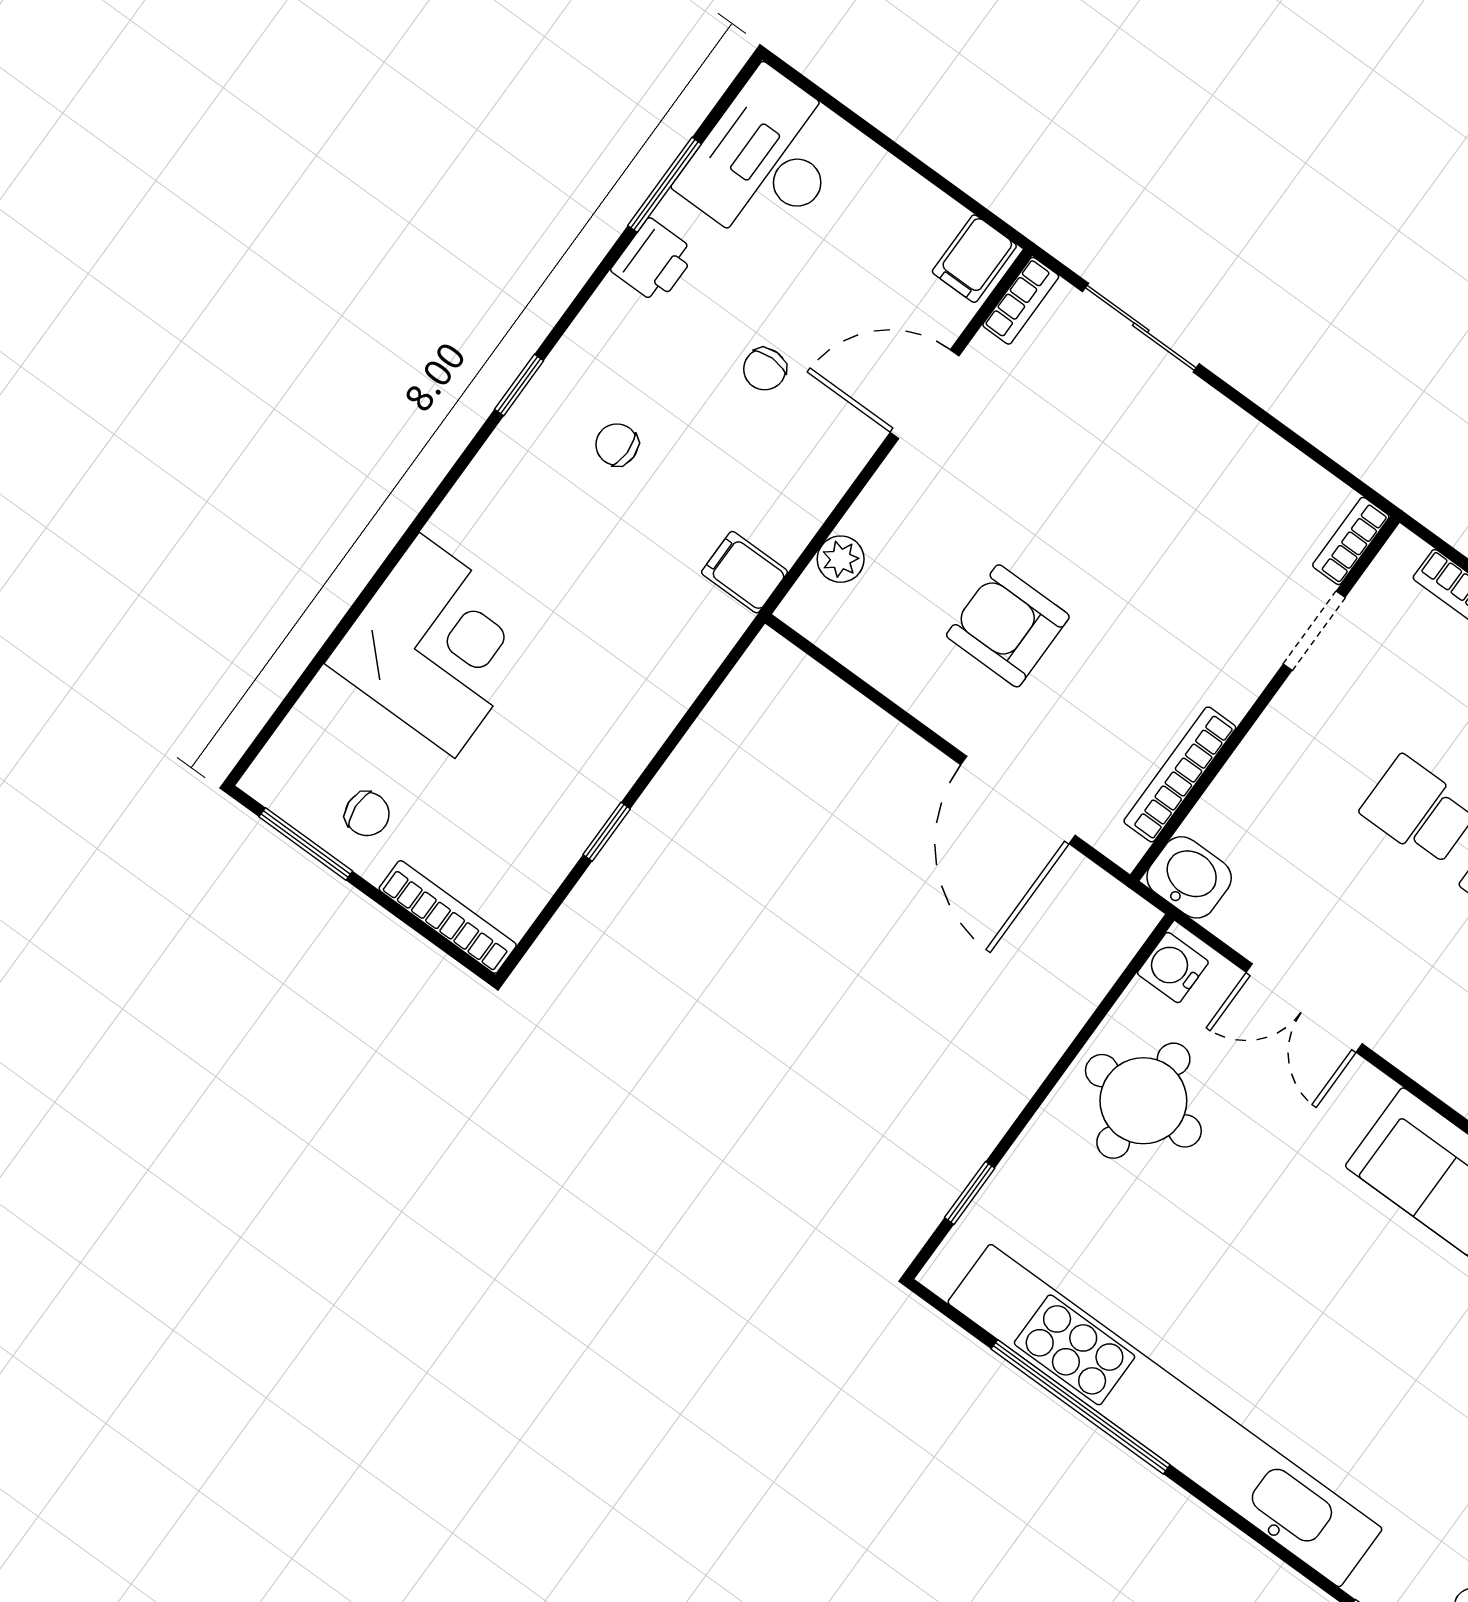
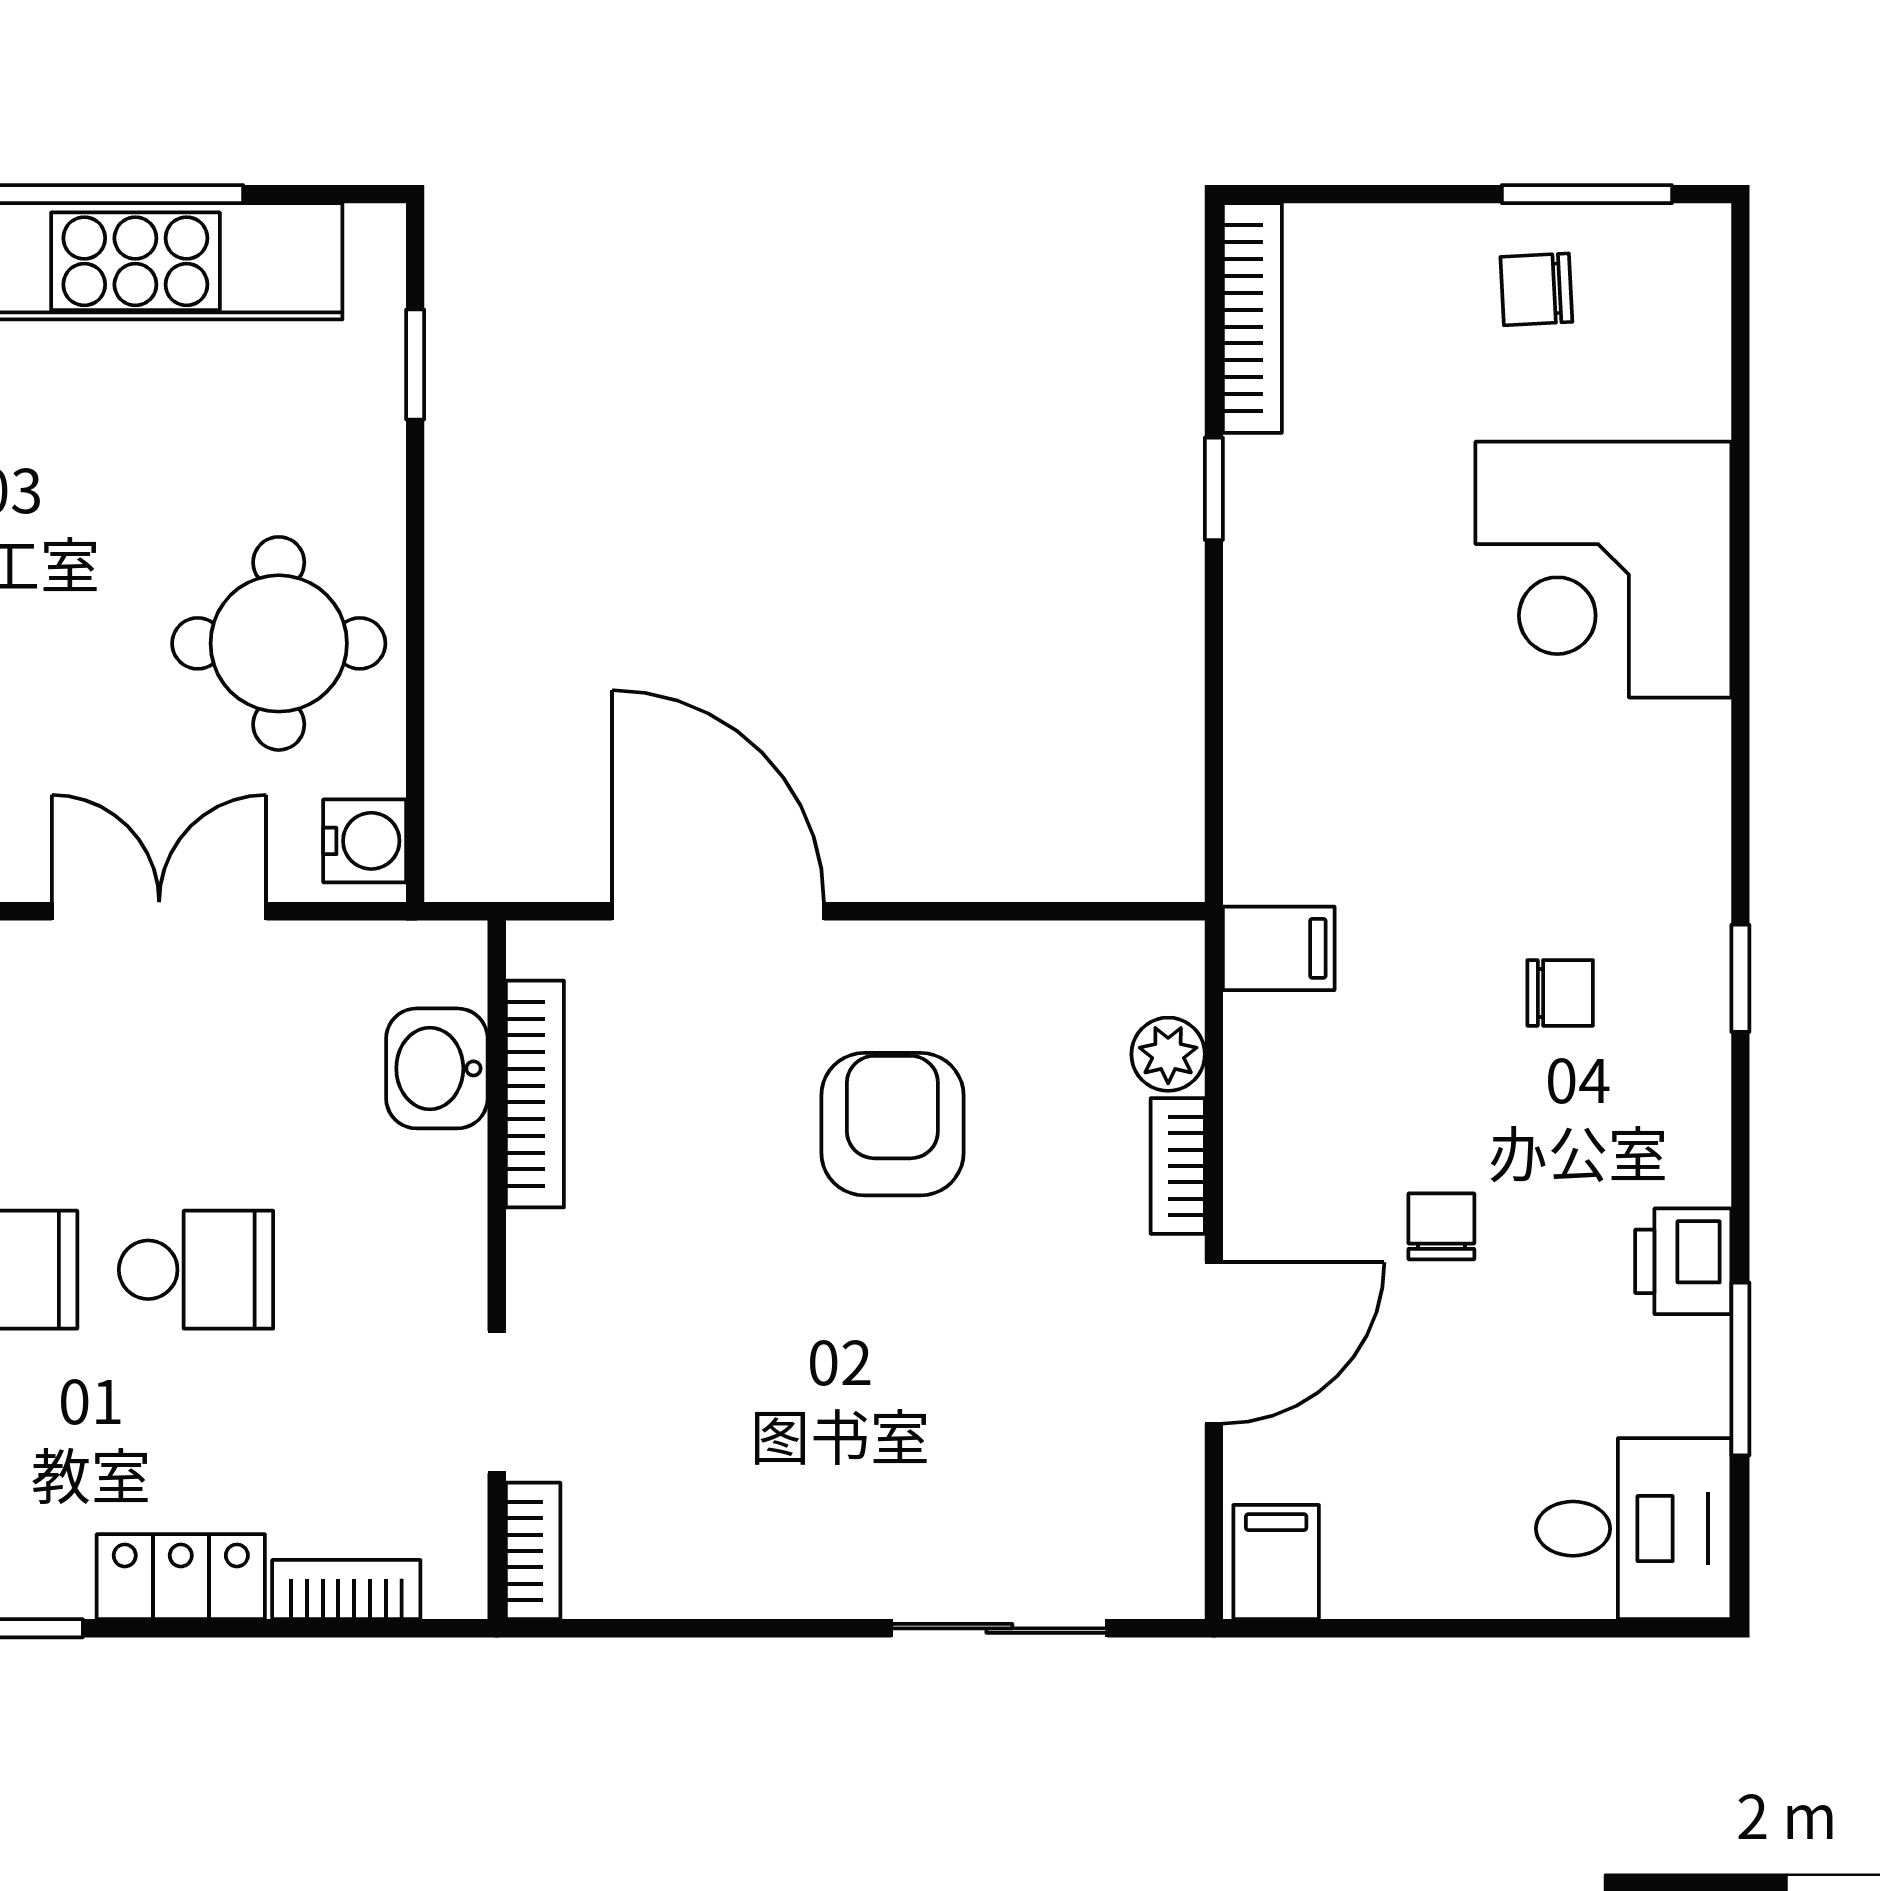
desk: (766, 160) -> (1634, 1529), width x0.73
bookcase: (1021, 301) -> (1178, 1166), moved
armchair: (1008, 626) -> (892, 1124), turned -90
washbasin: (1189, 877) -> (437, 1068), moved, turned 90
bookcase: (448, 917) -> (1252, 318), moved, turned -90

